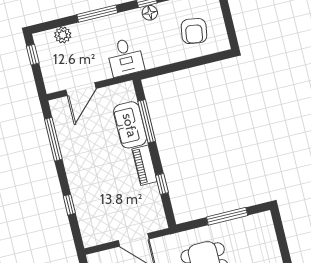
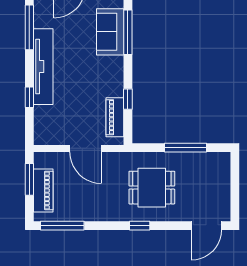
piano: (145, 165) -> (115, 117), moved
tv unit: (75, 173) -> (43, 67), added

